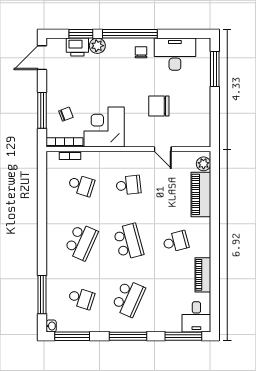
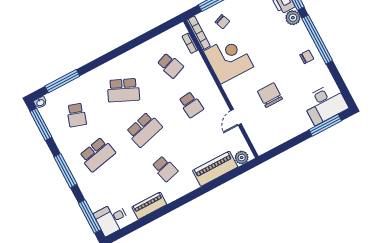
desk: (175, 54) -> (325, 104), moved, turned 90
school desk: (81, 185) -> (170, 65), turned -39
school desk: (128, 298) -> (97, 154), turned -36

